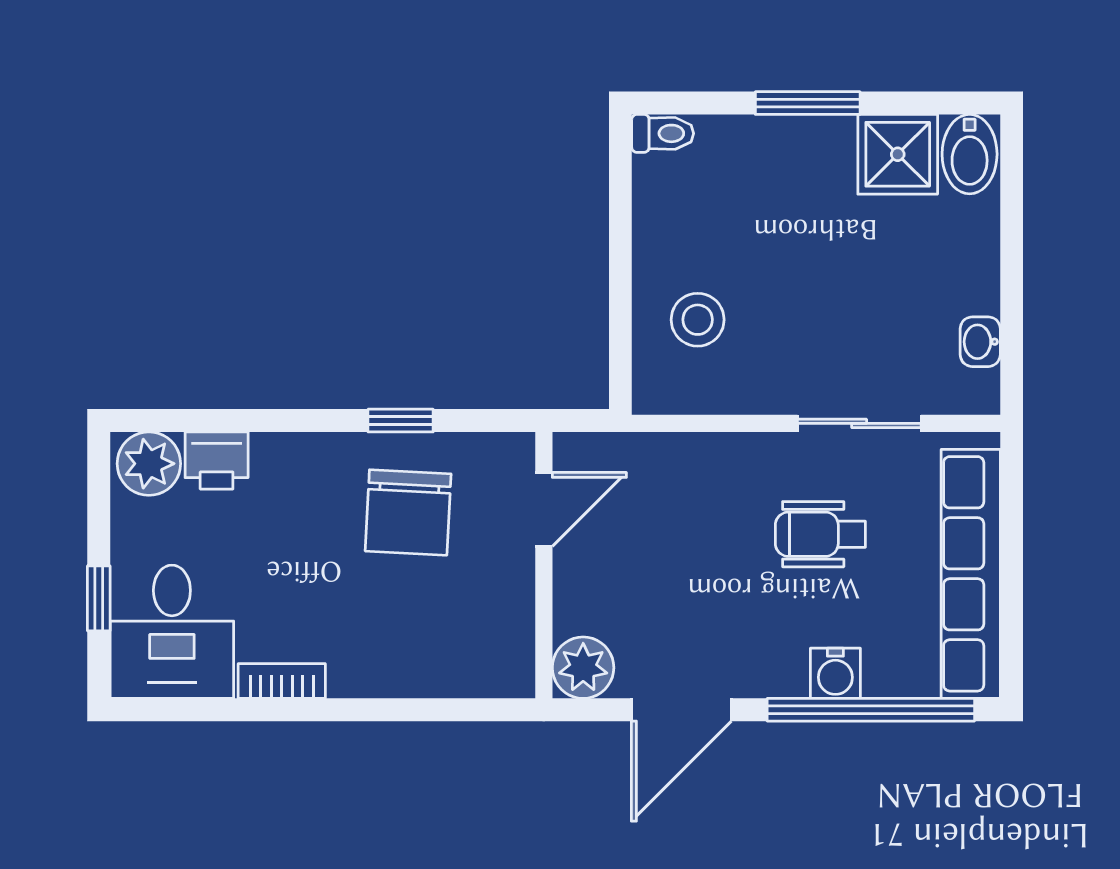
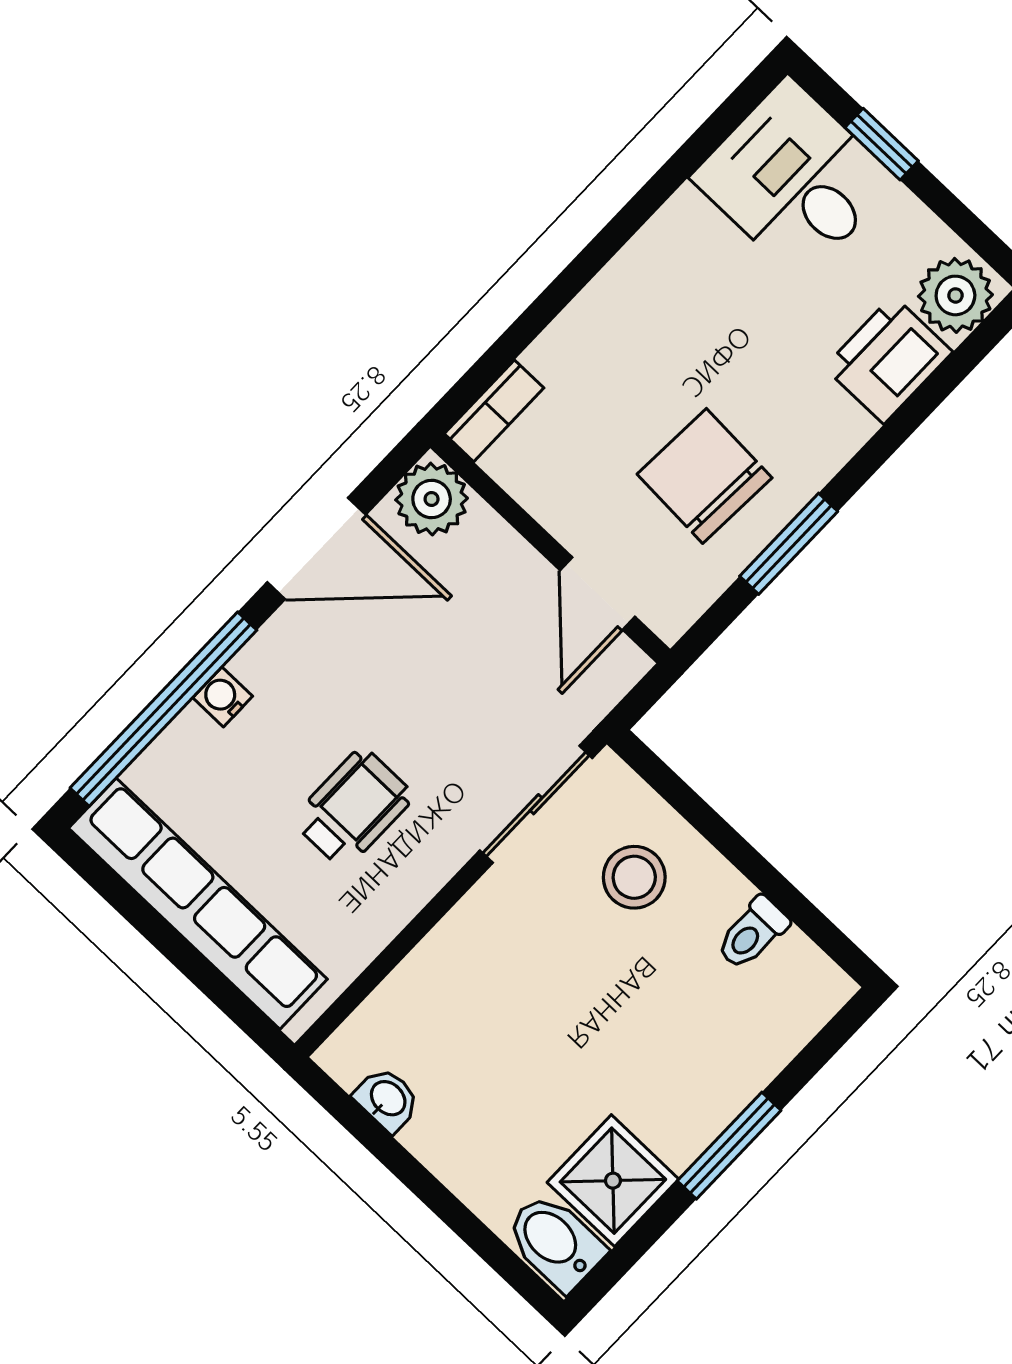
toilet: (663, 133) -> (752, 933), moved
window: (401, 421) -> (789, 544), width x1.50
sliding door: (859, 423) -> (536, 804), moved
printer: (217, 461) -> (888, 360), width x1.36, depth x1.24
water cooler: (835, 673) -> (223, 697), width x0.72, depth x0.72
bookcase: (282, 681) -> (494, 411), moved
door: (681, 710) -> (316, 548), swing flipped

